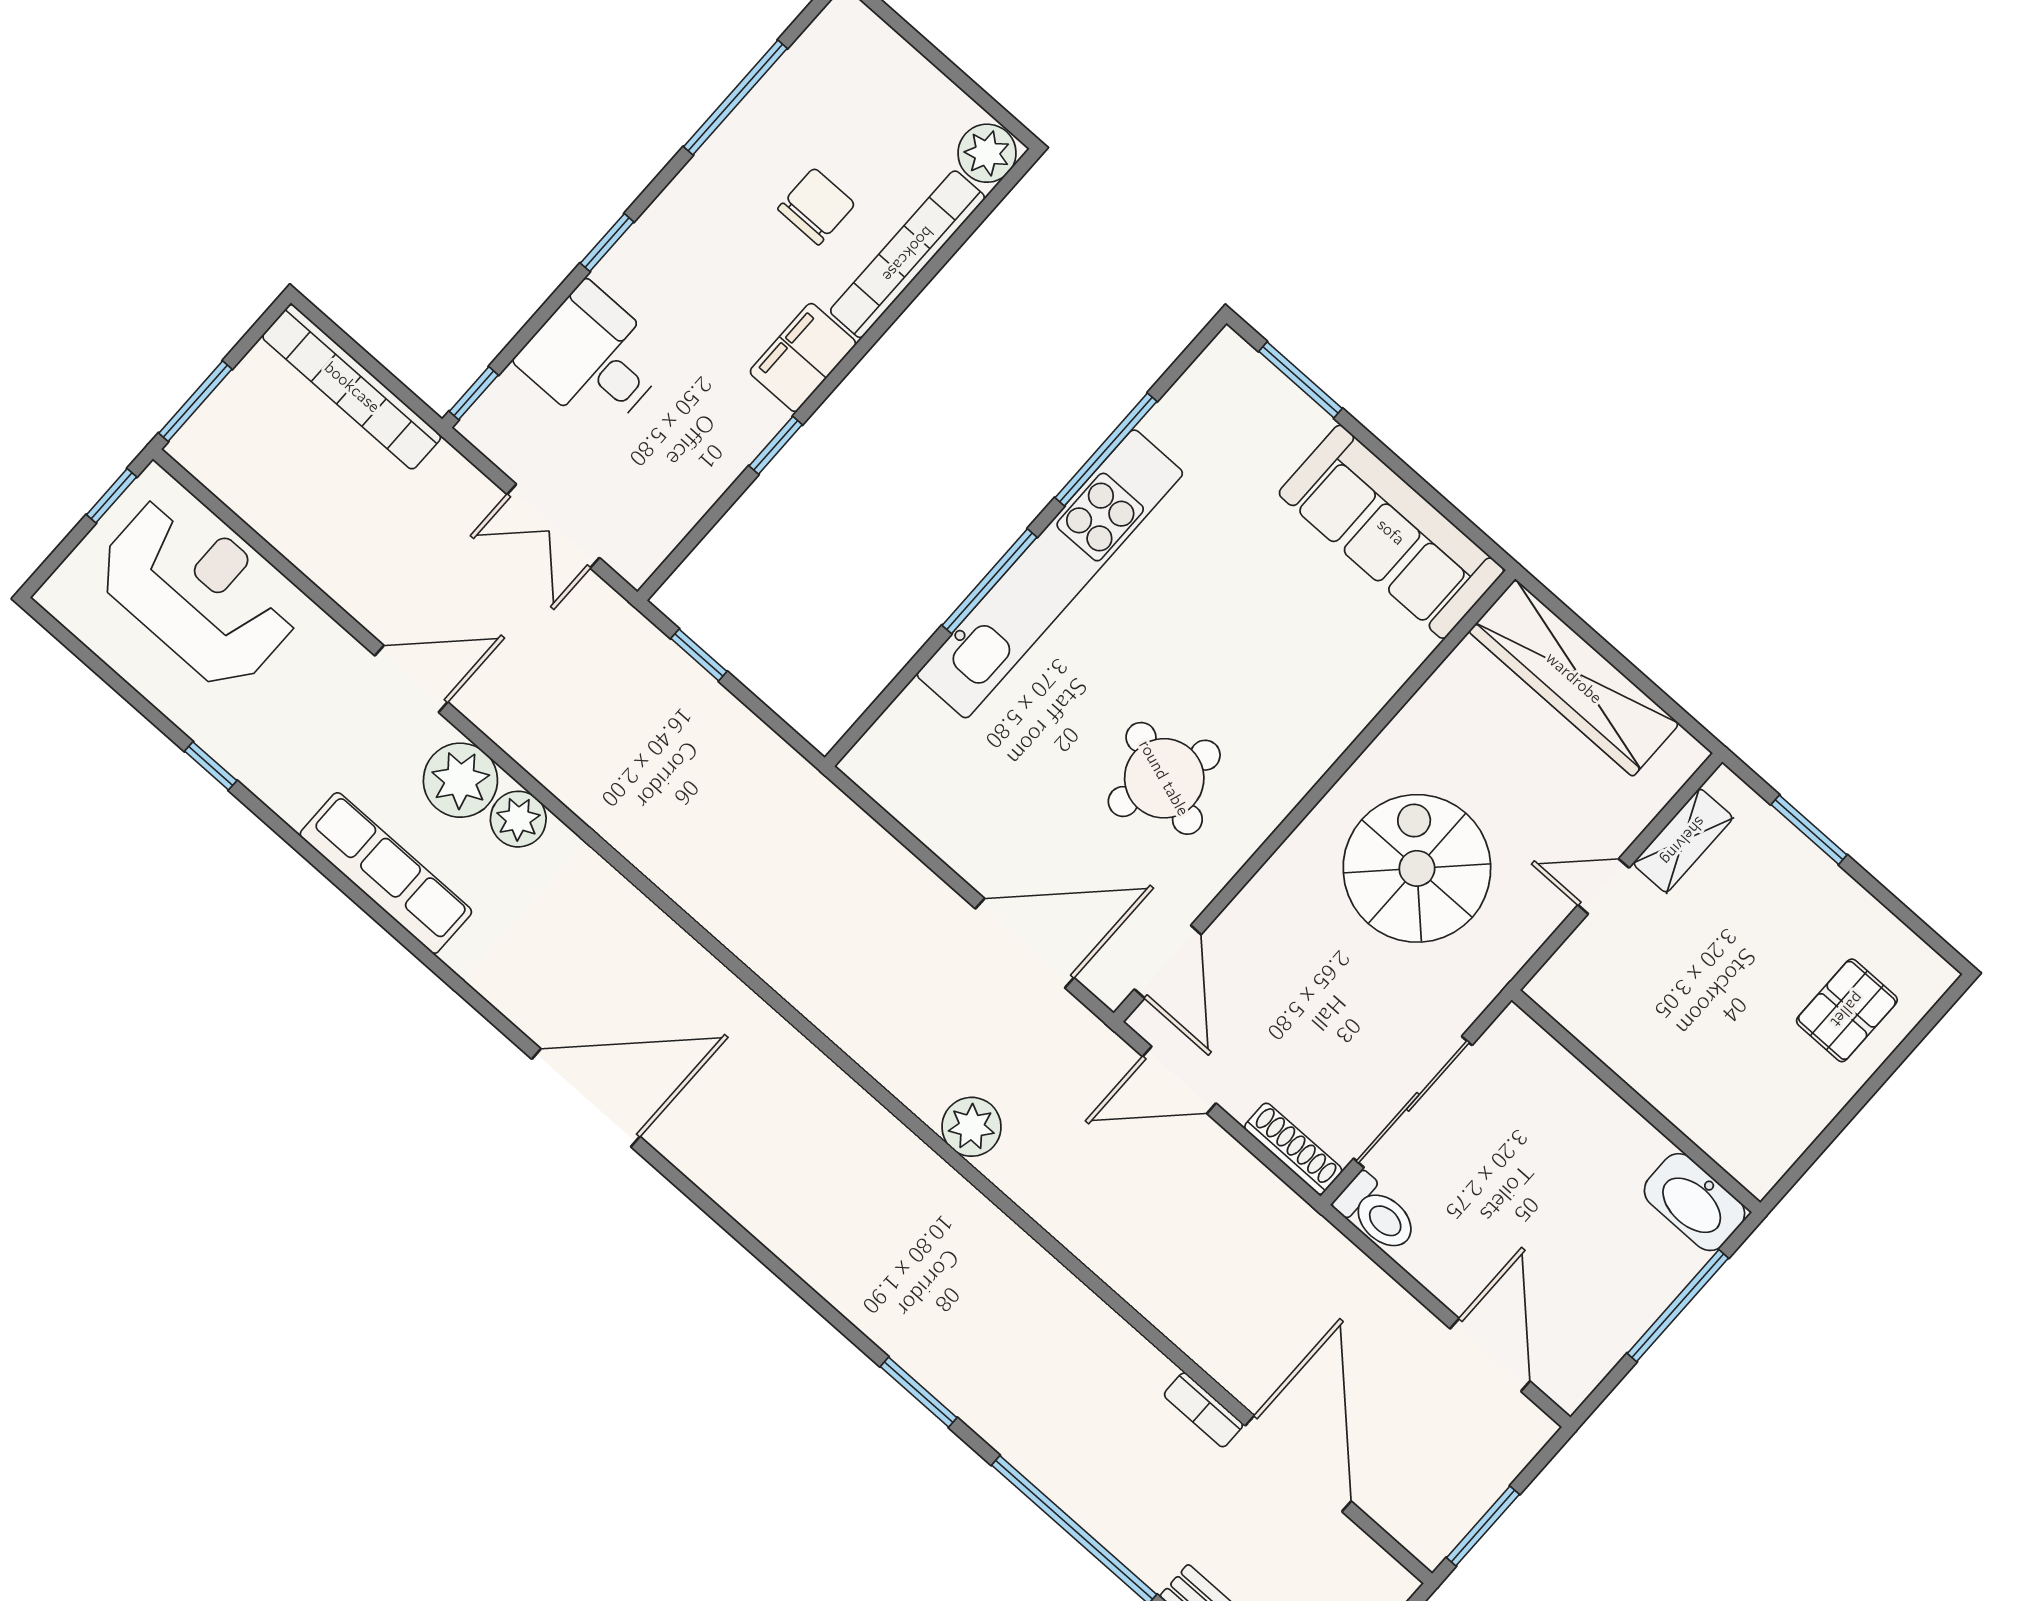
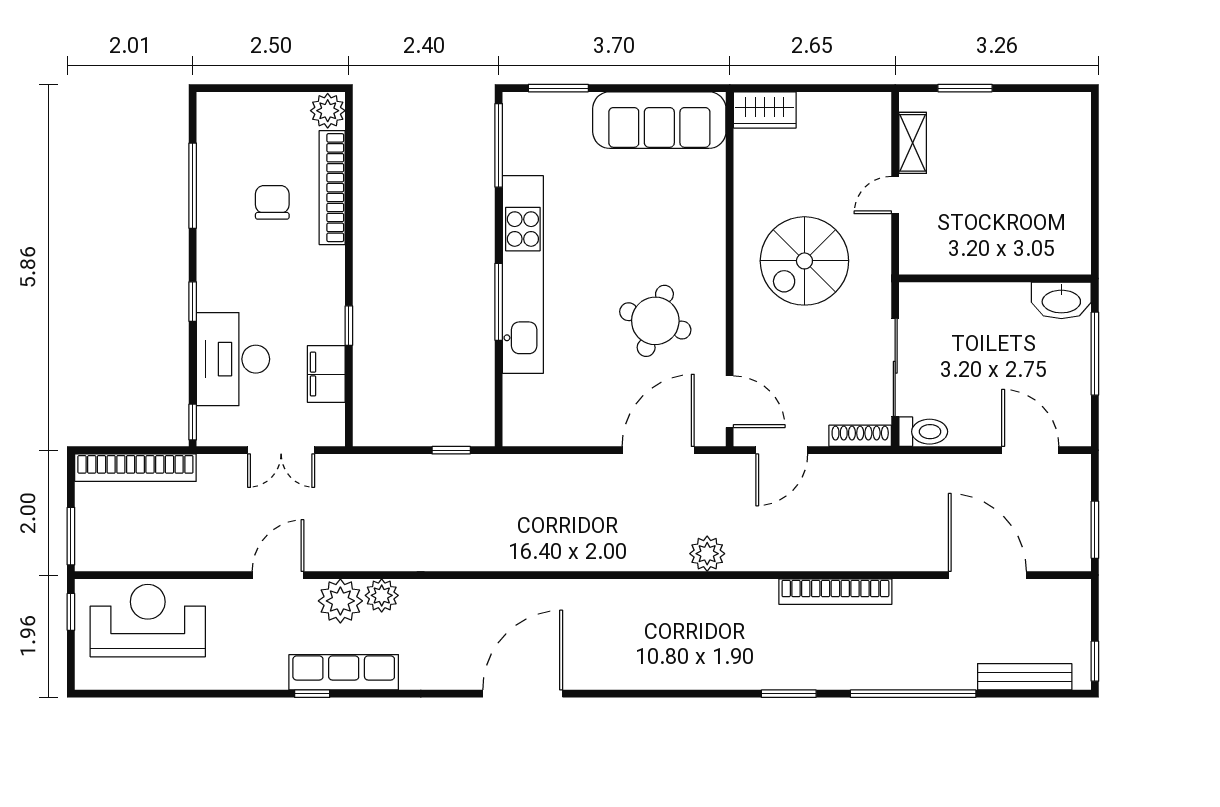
filing cabinet: (803, 357) -> (326, 374), moved
desk: (594, 359) -> (233, 359), width x1.37
window: (1106, 450) -> (499, 145), moved
window: (699, 655) -> (451, 450), moved
wardrobe: (1574, 678) -> (765, 110), width x0.48, depth x0.85
window: (211, 766) -> (312, 694), moved
spiral stairs: (1417, 868) -> (804, 261), turned -90
pallet: (1847, 1010) -> (1054, 154), removed
bookcase: (1203, 1410) -> (835, 592), moved, width x2.31, depth x1.31

